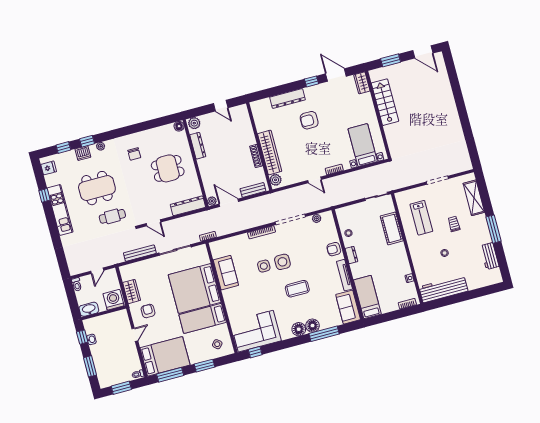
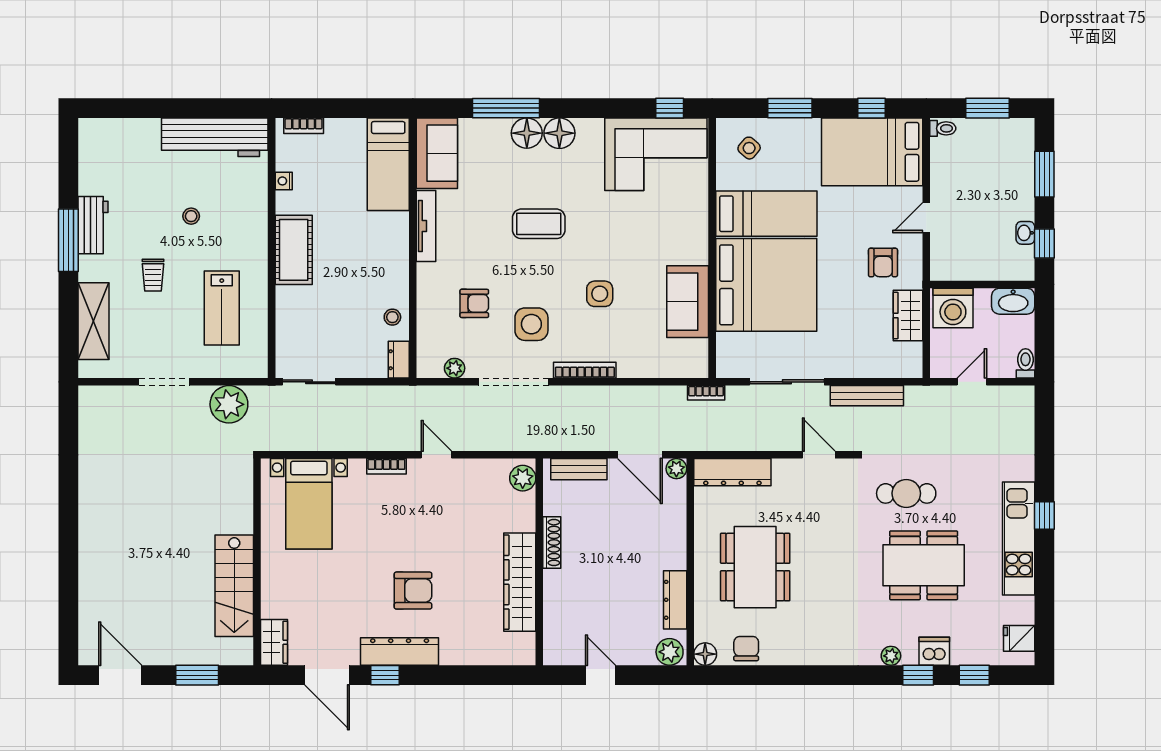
dresser: (288, 98) -> (400, 651), moved
wardrobe: (270, 152) -> (520, 582), moved
chair: (134, 154) -> (746, 649), moved
dining table: (168, 168) -> (755, 567), width x1.38
plant: (408, 178) -> (229, 404), added
window: (45, 195) -> (1044, 515), moved
lab bench: (421, 218) -> (222, 308), turned 180
cot: (392, 228) -> (294, 250), moved
armchair: (334, 249) -> (474, 303), moved
dresser: (351, 255) -> (399, 360), moved
workbench: (490, 256) -> (93, 225), moved
side table: (282, 262) -> (531, 324), moved
window: (170, 375) -> (871, 108), width x0.46

